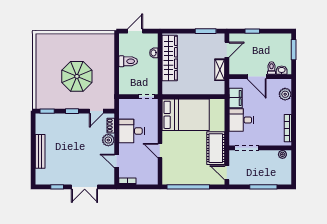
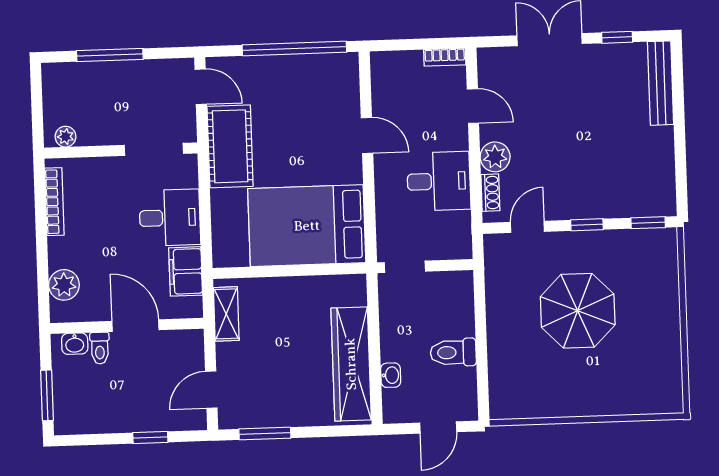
shelving: (220, 70) -> (226, 314), moved
bench: (40, 151) -> (661, 83), moved

